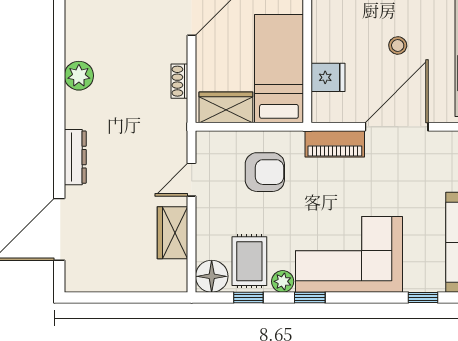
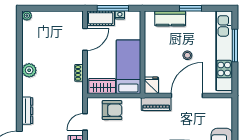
fridge: (328, 77) -> (151, 85), moved, turned -90
armchair: (265, 172) -> (112, 110), moved

